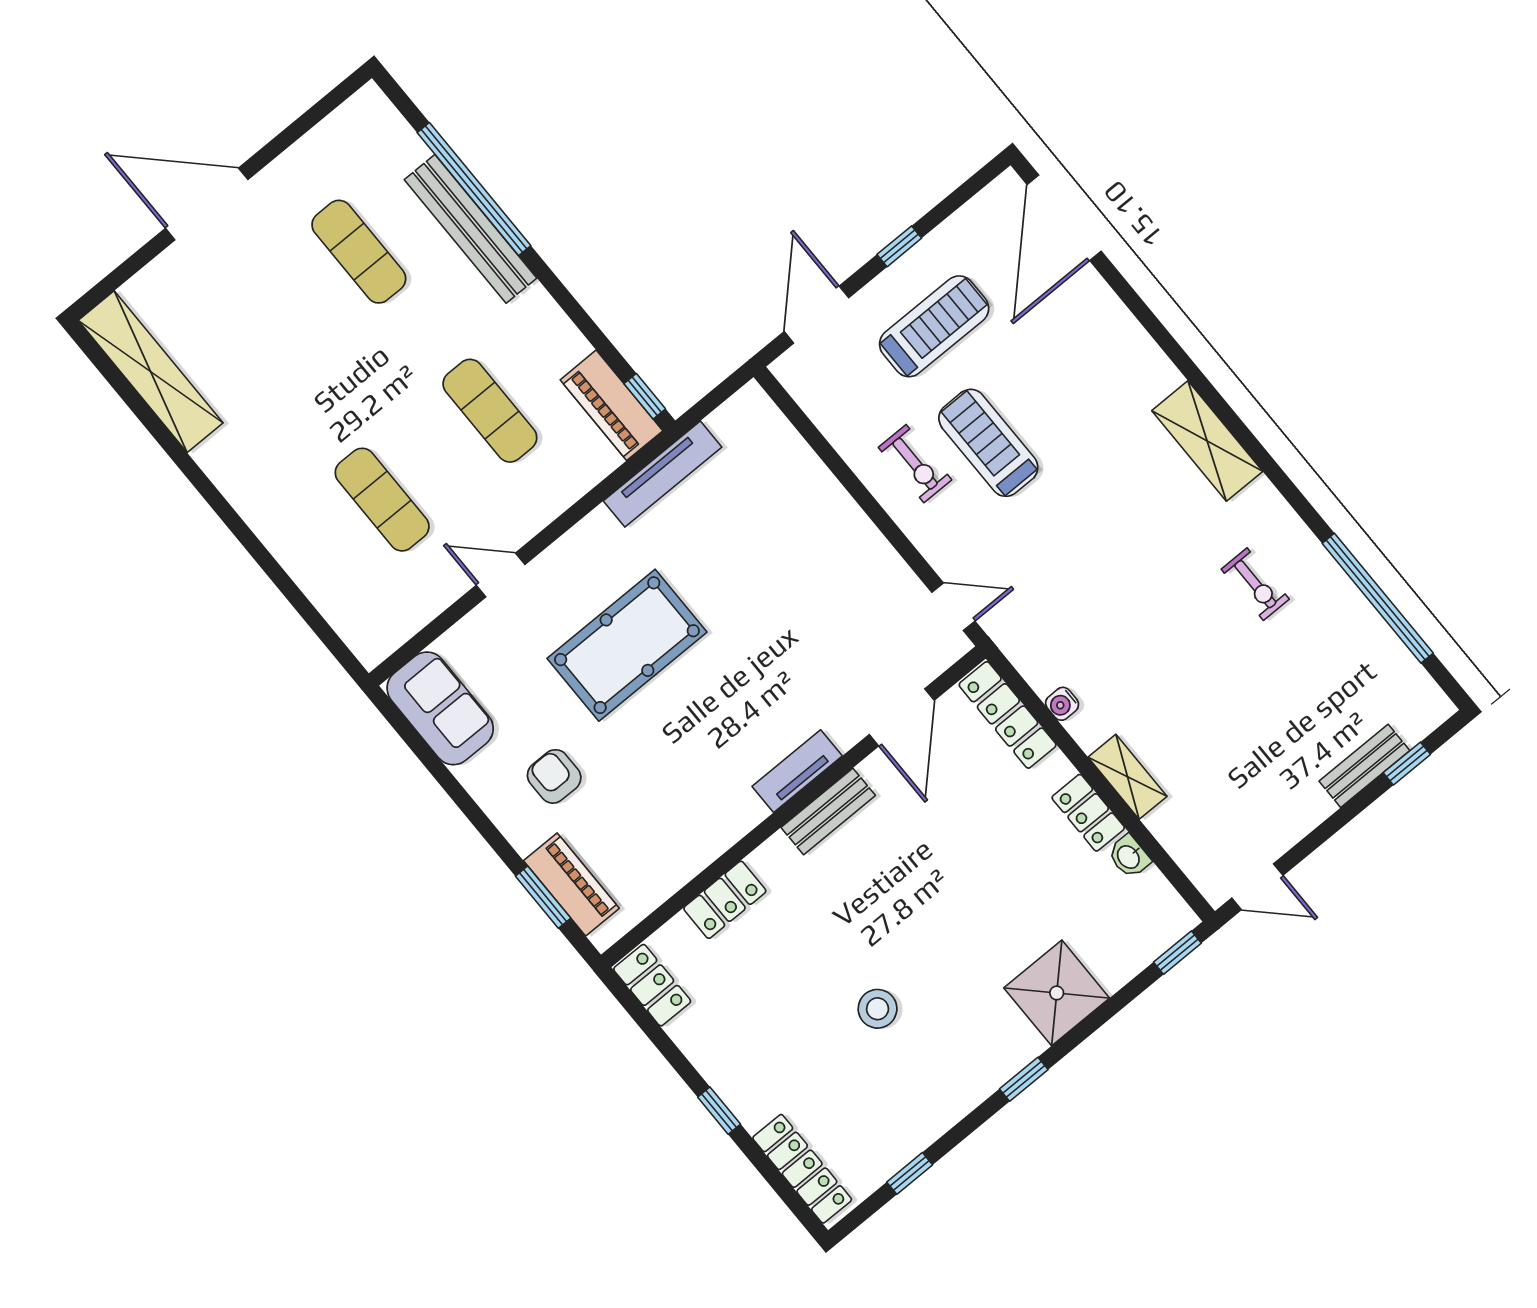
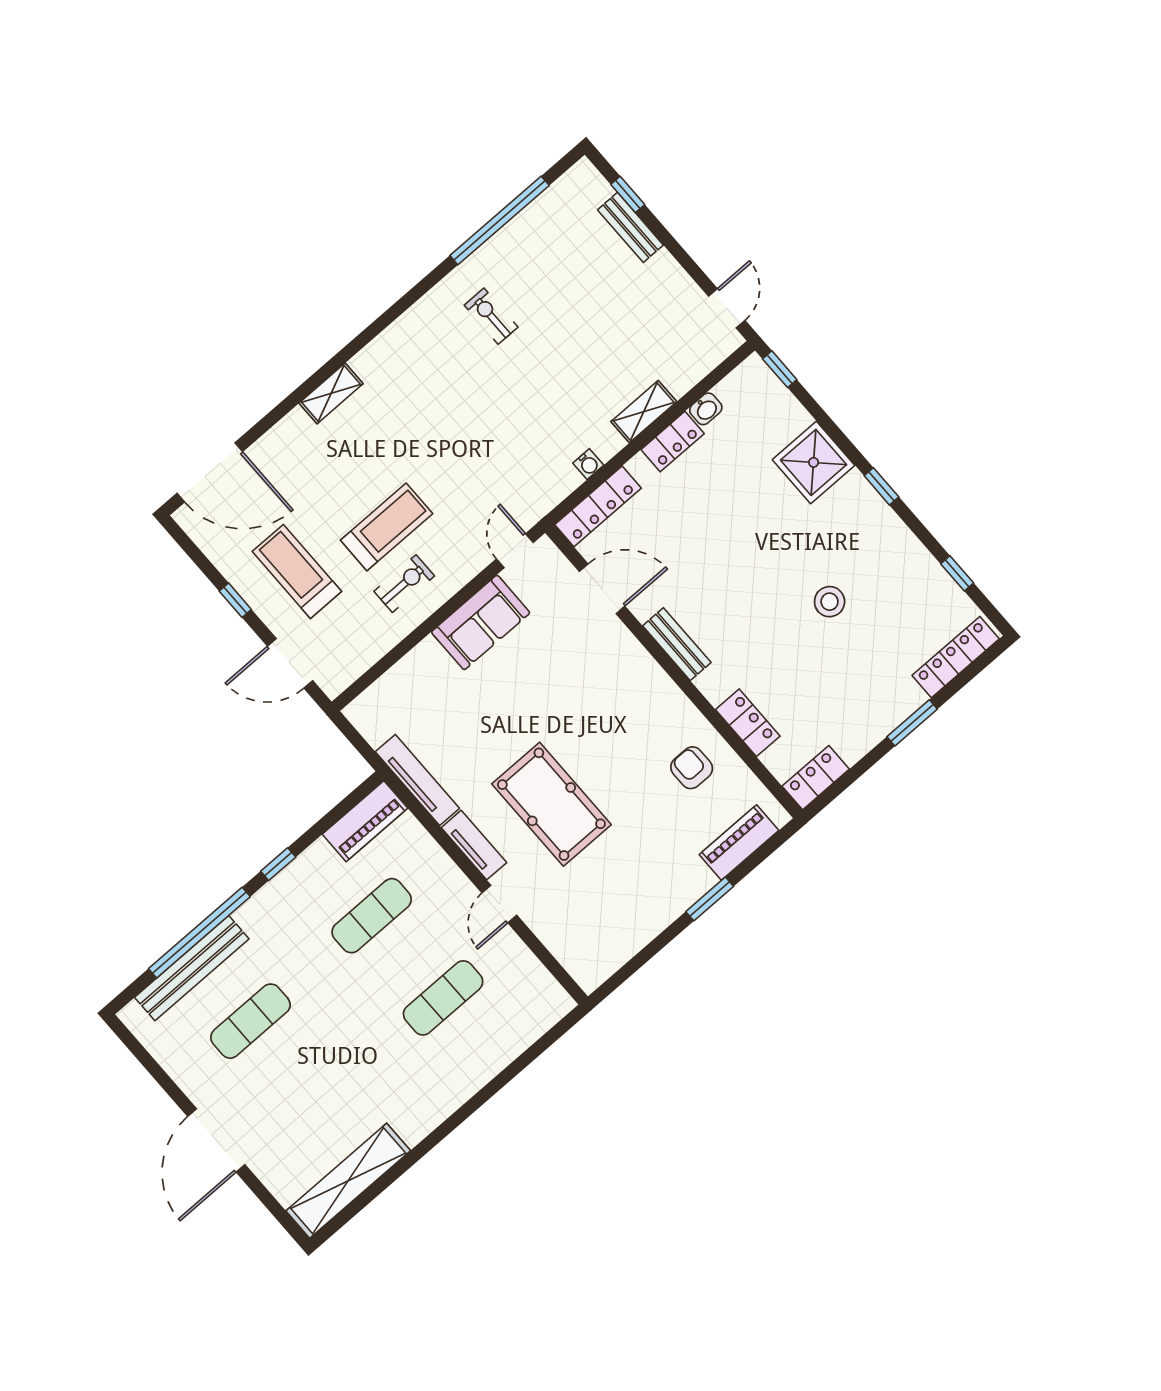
bench: (471, 229) -> (192, 968), moved
window: (645, 396) -> (278, 864), moved
shelving: (1207, 441) -> (331, 393), moved, width x0.67, depth x0.75
treadmill: (988, 443) -> (387, 527), turned 180
exercise bike: (1255, 584) -> (491, 316), turned -90
sofa: (440, 708) -> (481, 622), moved, turned 180
tv unit: (797, 771) -> (474, 845), moved, turned 180
armchair: (554, 776) -> (692, 768), moved, turned 90
window: (543, 897) -> (710, 899), moved
window: (719, 1111) -> (912, 723), width x1.50

